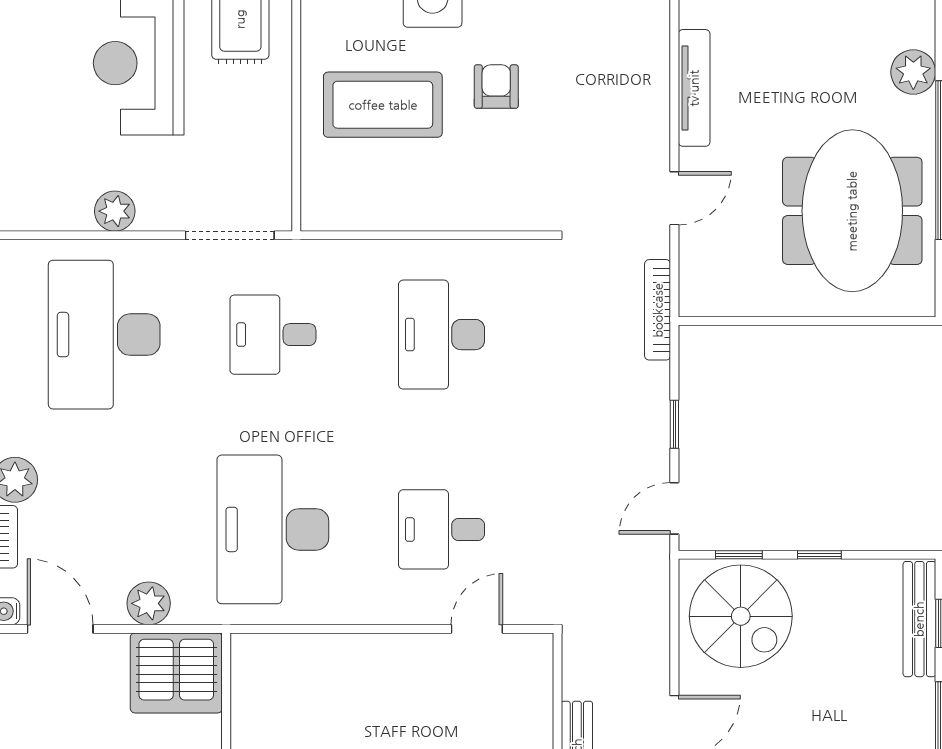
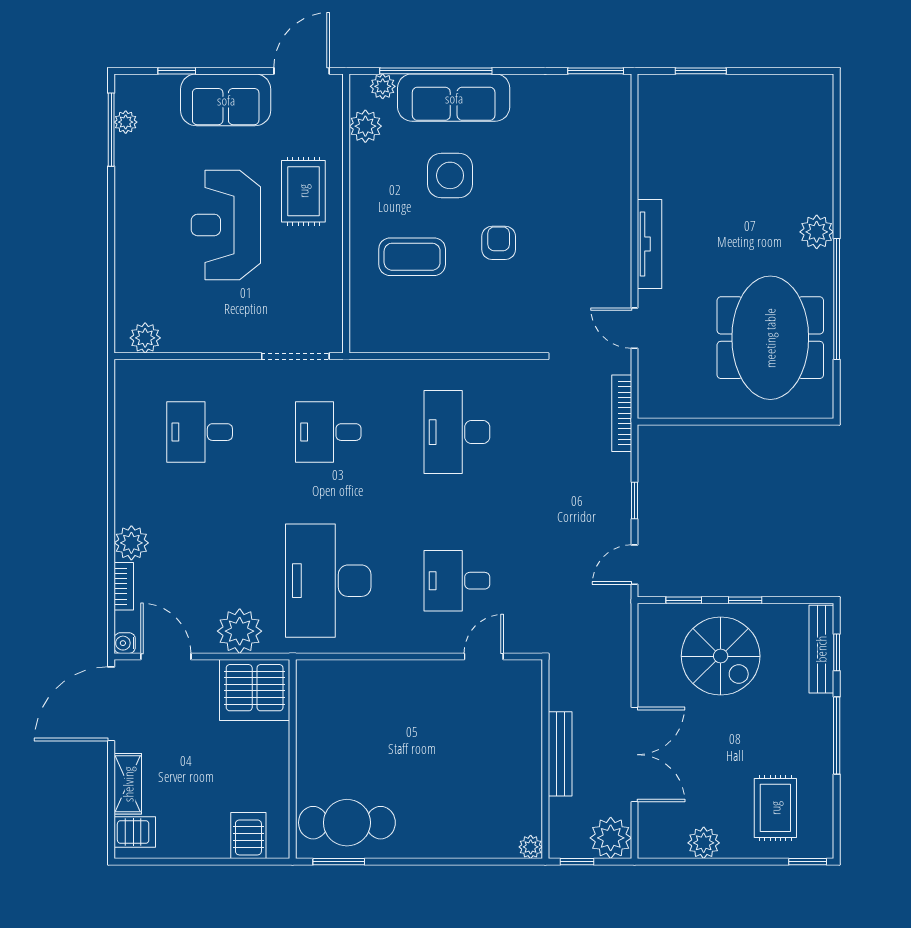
coffee table: (383, 105) -> (412, 257), width x0.73, depth x0.76
door: (674, 198) -> (635, 328), swing flipped
plant: (115, 211) -> (145, 338), moved
desk: (104, 335) -> (200, 432), width x0.53, depth x0.77
plant: (149, 603) -> (240, 631), width x1.36, depth x1.36
spiral stairs: (741, 616) -> (721, 656), moved

